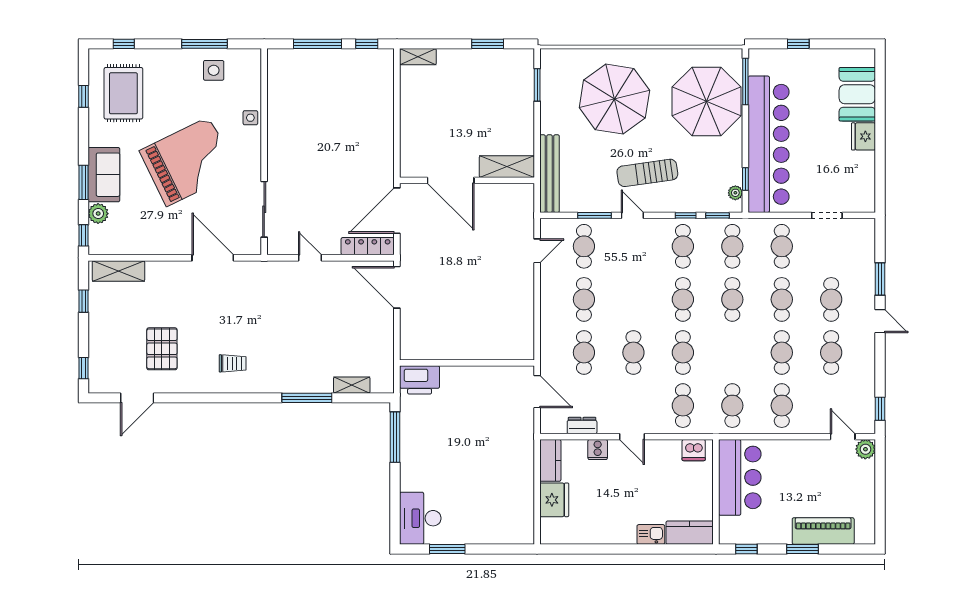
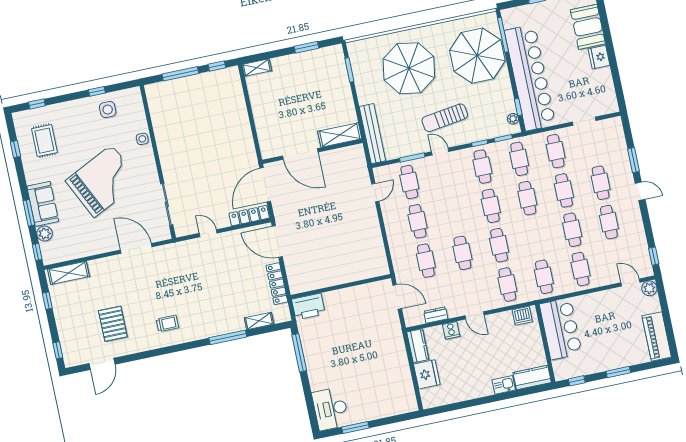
window: (205, 44) -> (97, 91), width x0.46
rug: (123, 93) -> (44, 141), width x0.73, depth x0.70
locker: (385, 342) -> (277, 284), added
piano: (823, 531) -> (657, 336), moved, turned -90

